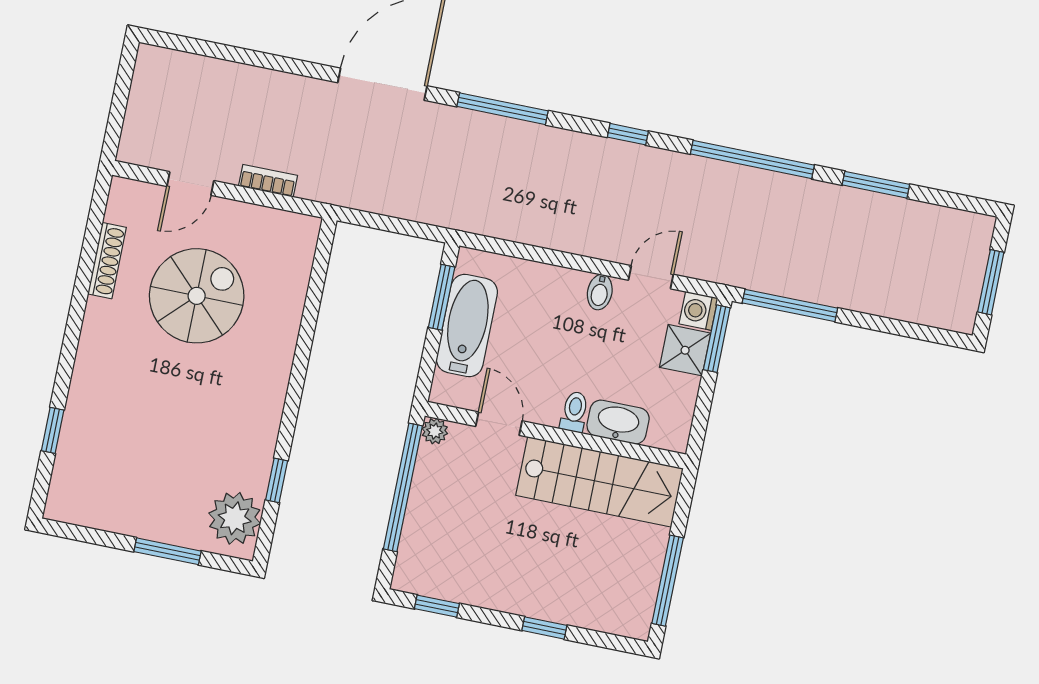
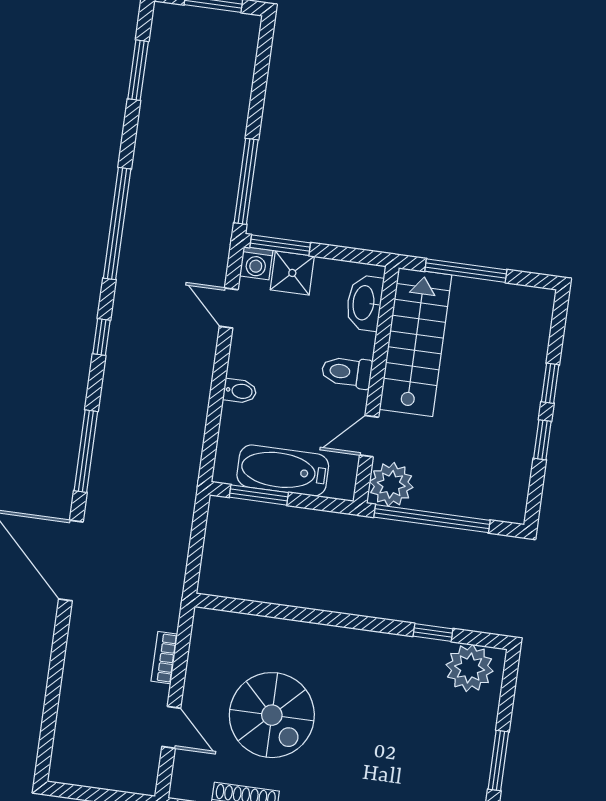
window: (876, 185) -> (138, 70), moved
bidet: (600, 292) -> (240, 391), moved
spiral stairs: (197, 296) -> (272, 715), turned 180
toilet: (574, 412) -> (347, 372), width x1.37, depth x1.39
washbasin: (618, 422) -> (364, 303), moved
plant: (435, 431) -> (391, 484), width x1.87, depth x1.87
window: (167, 551) -> (498, 760), moved
window: (668, 581) -> (466, 271), moved
window: (437, 606) -> (542, 440), moved

